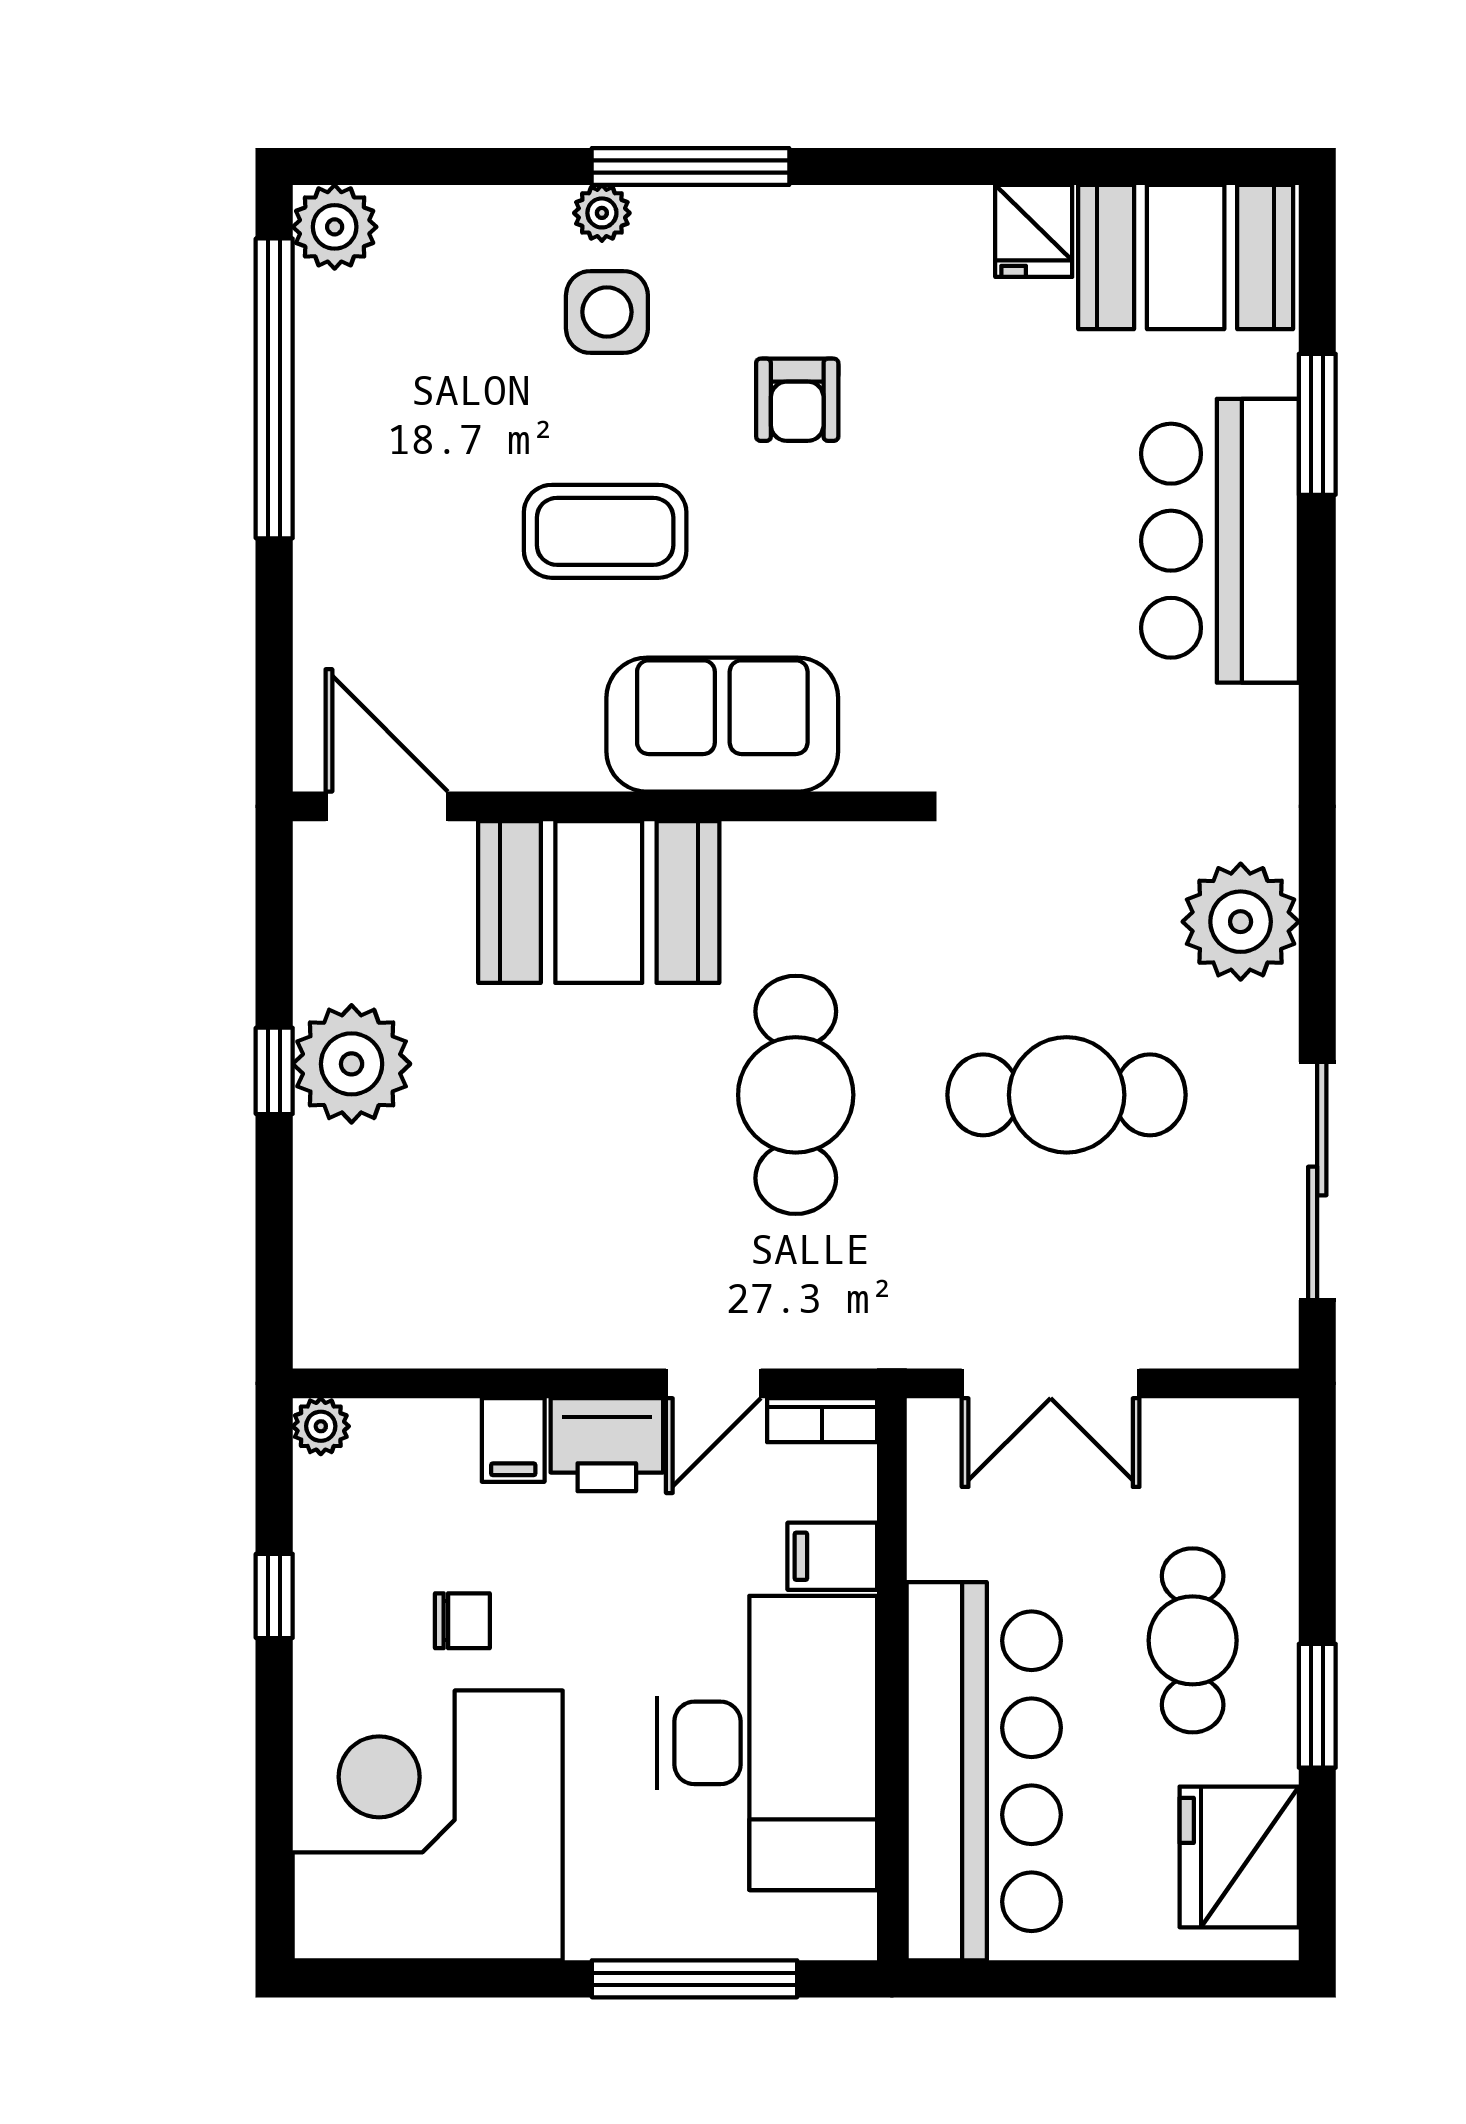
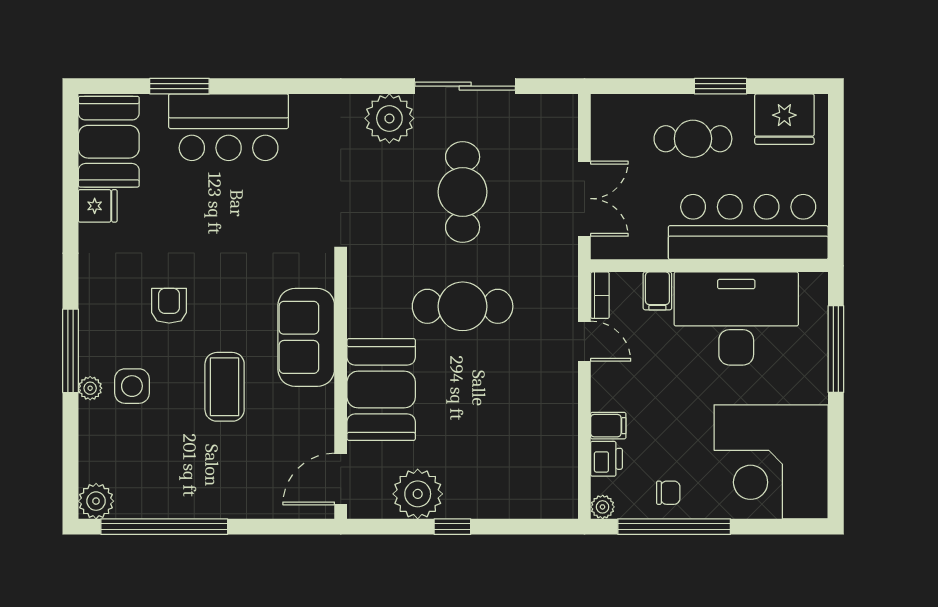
armchair: (797, 400) -> (169, 306), turned -90
plant: (352, 1064) -> (418, 494), moved
sliding door: (1317, 1181) -> (465, 86), moved
printer: (607, 1445) -> (606, 459), moved, width x0.73, depth x0.81
window: (274, 1596) -> (674, 527), width x3.17
chair: (462, 1621) -> (668, 493), moved, turned 90

